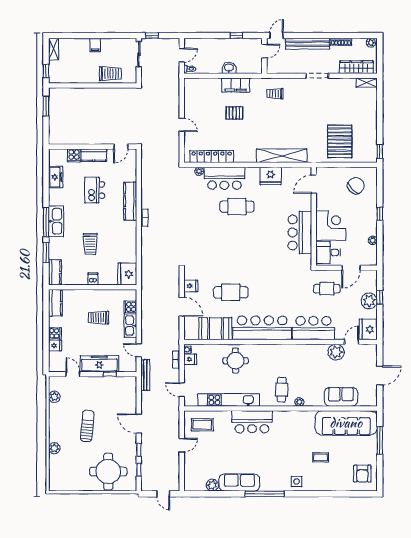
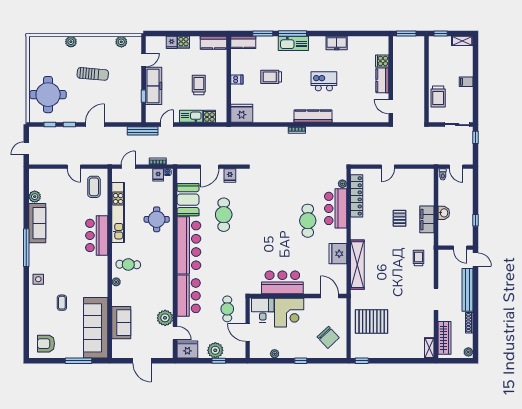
wall: (93, 147) -> (391, 79), moved
door: (121, 147) -> (391, 107), moved
cooker: (74, 155) -> (382, 61), moved
kitchen counter: (94, 155) -> (382, 80), moved

